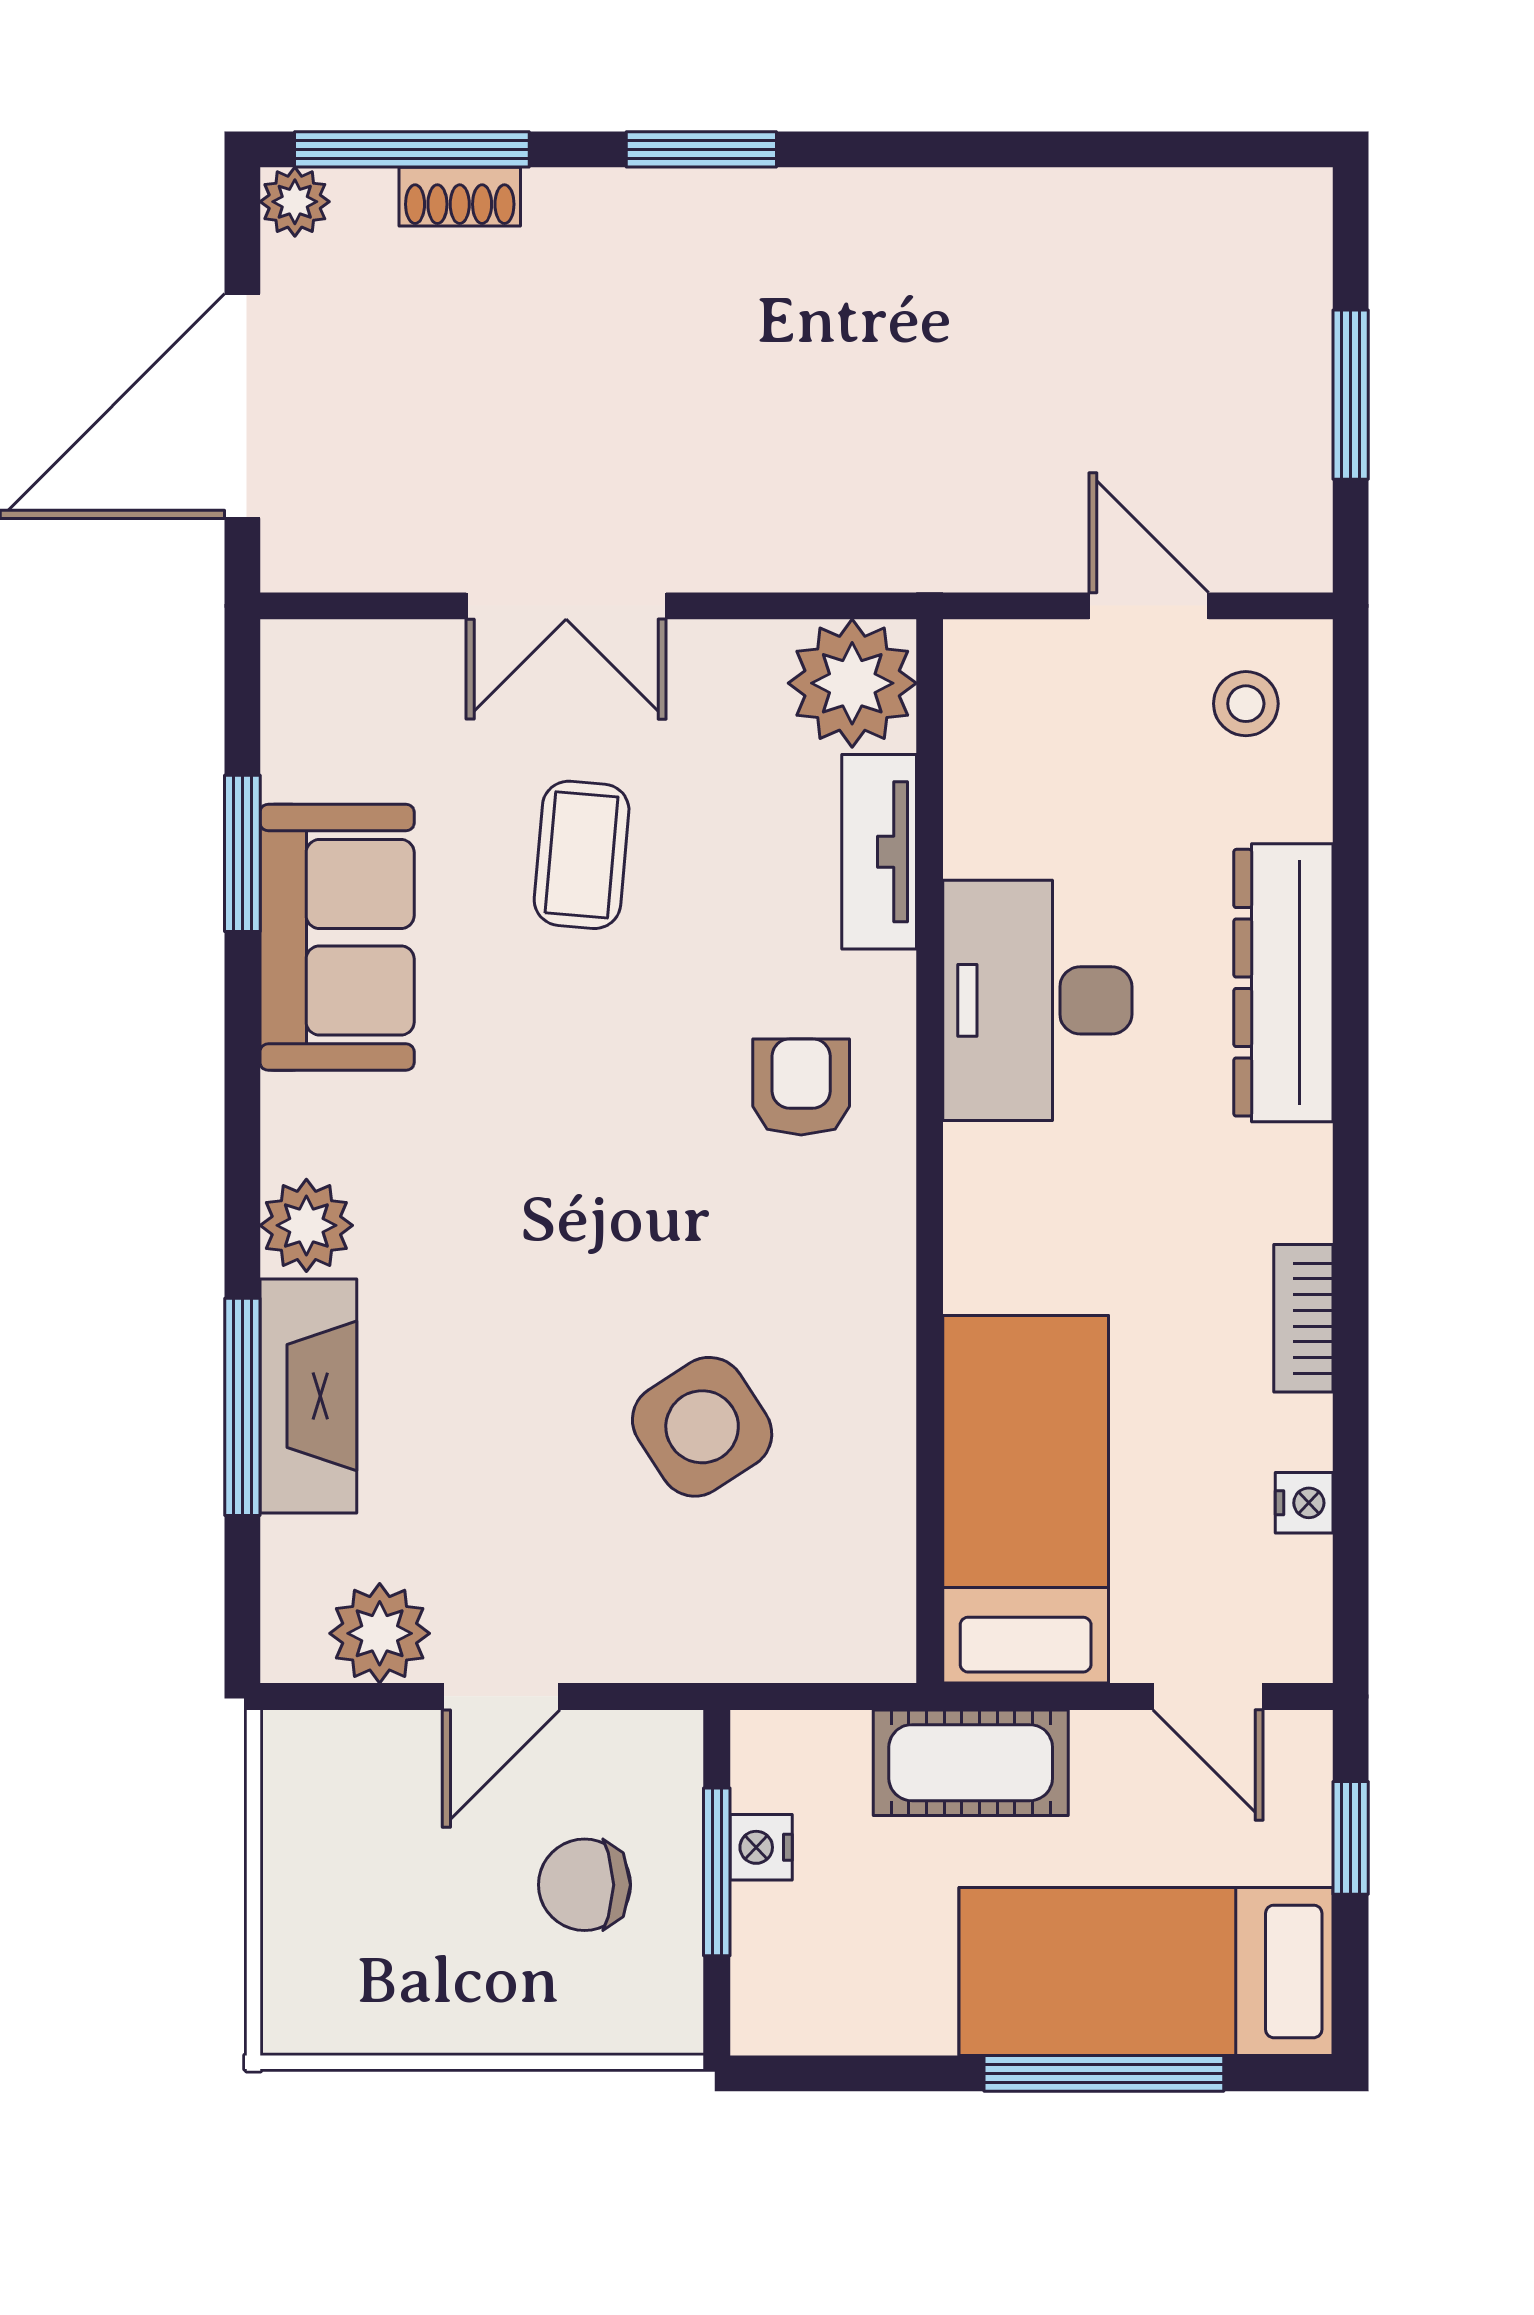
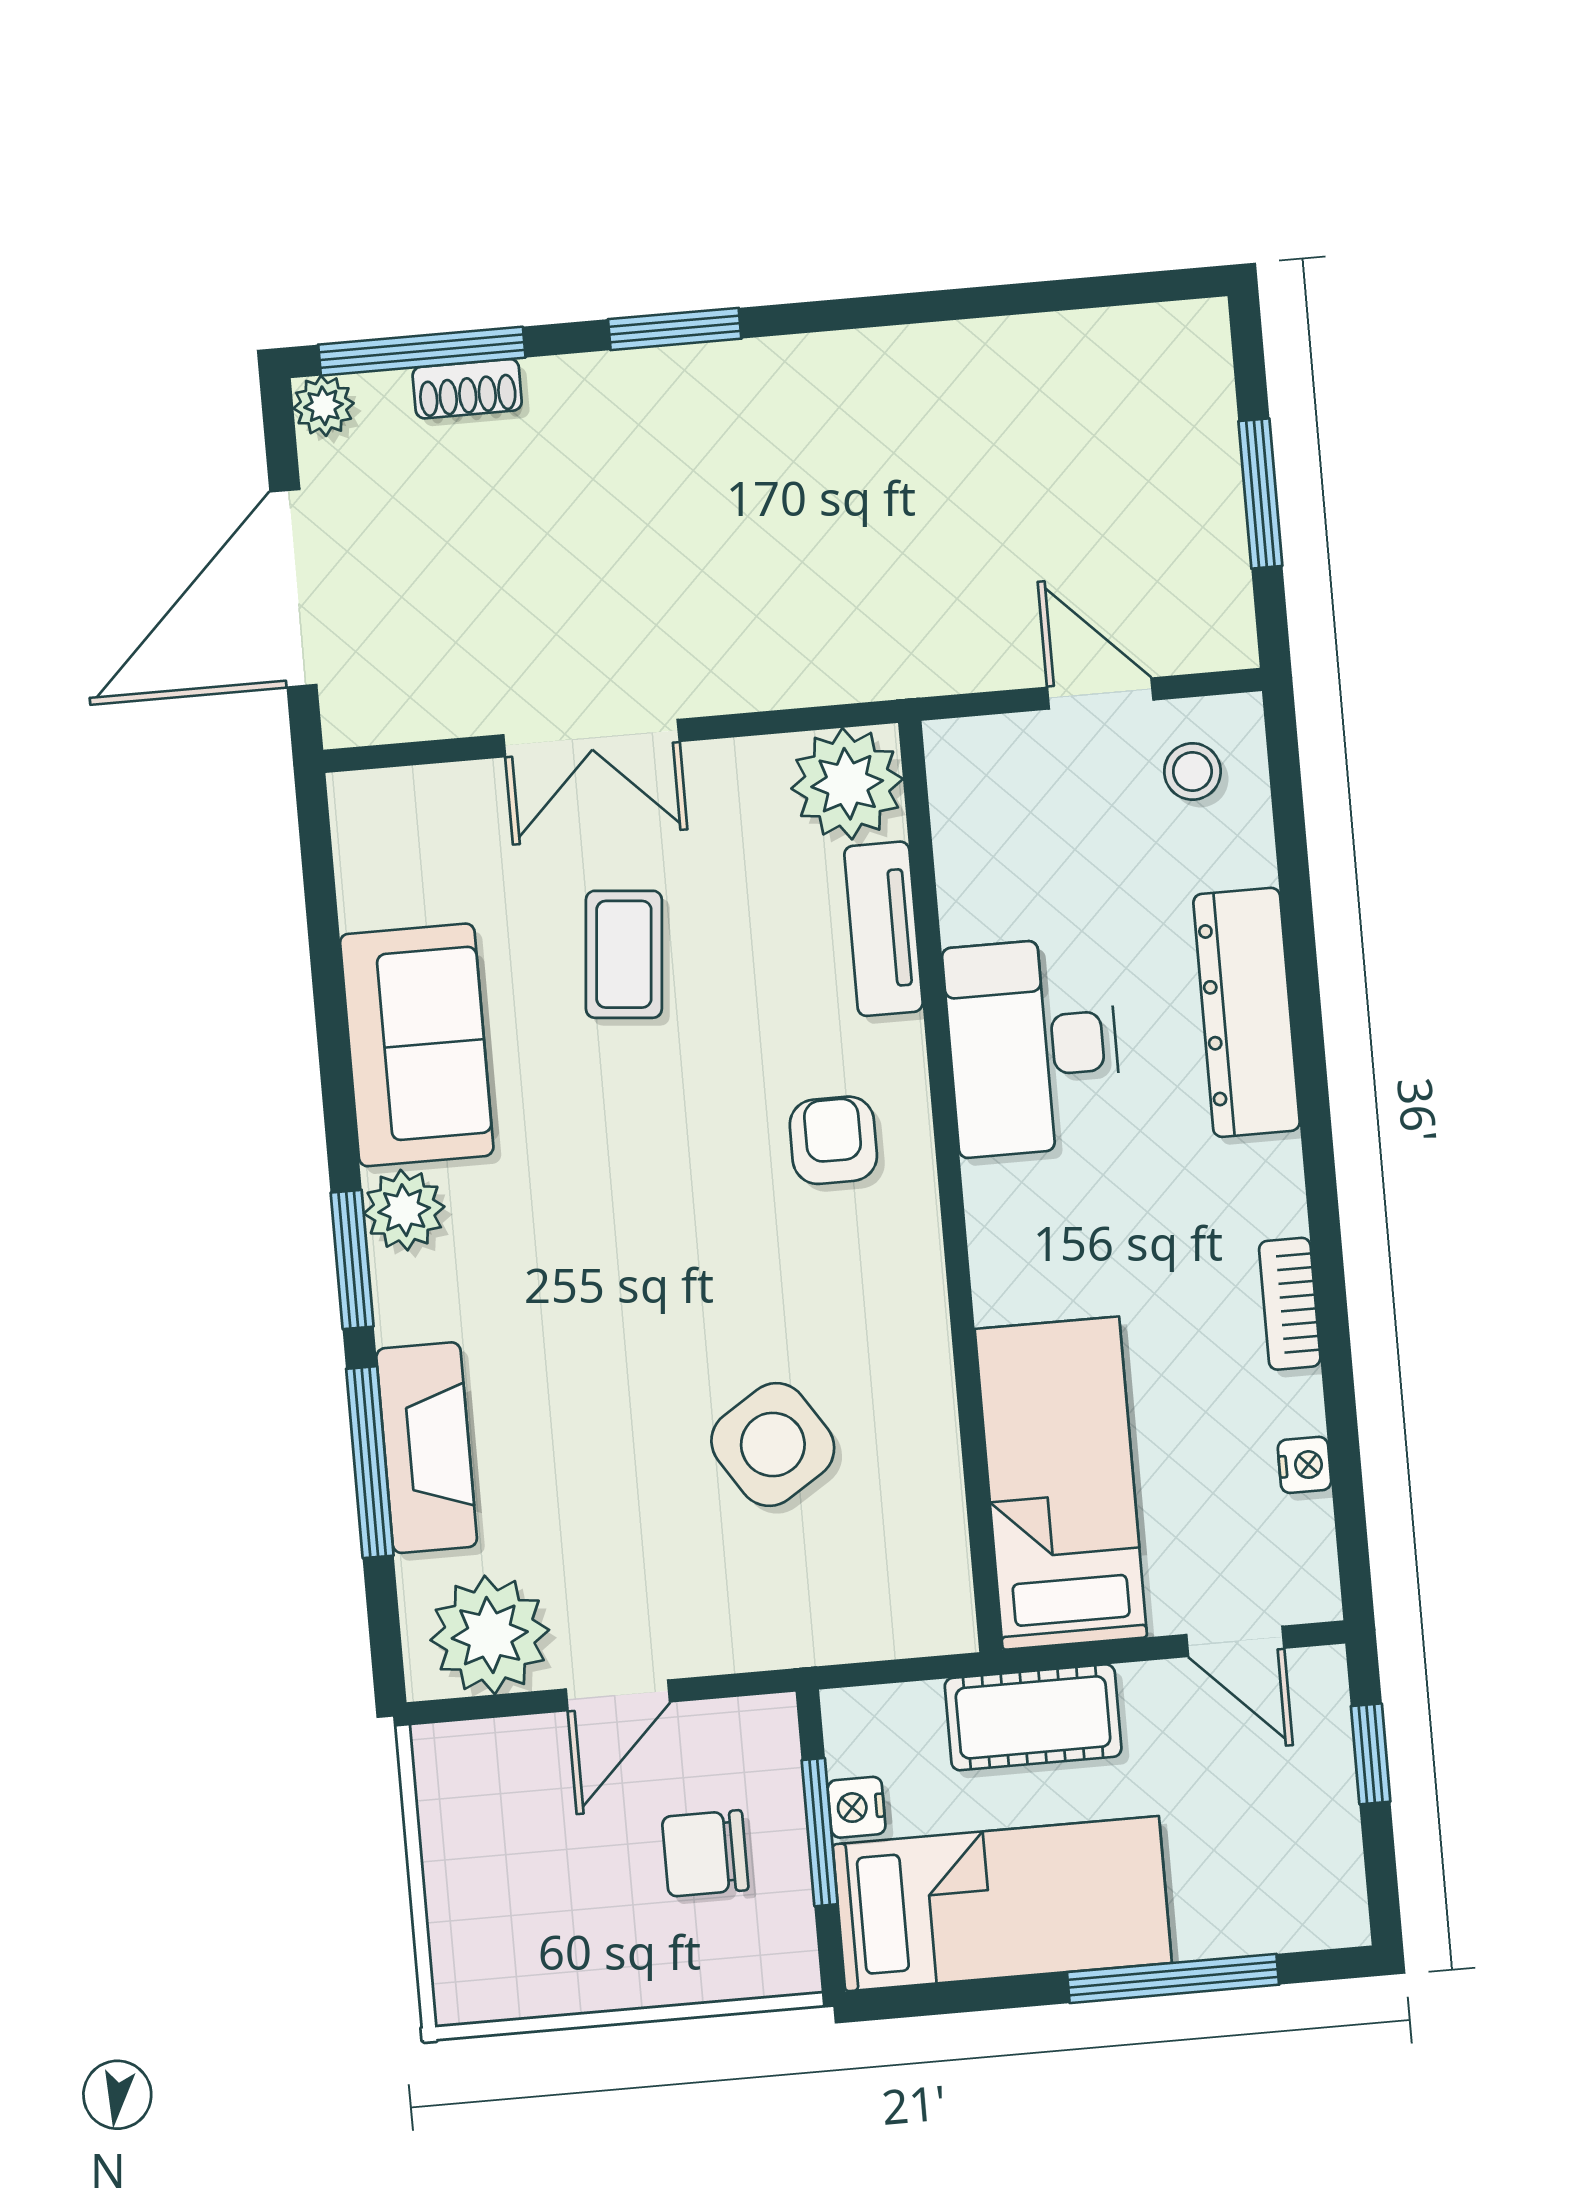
window: (242, 853) -> (352, 1260), moved
plant: (306, 1225) -> (404, 1210), moved
plant: (380, 1633) -> (490, 1635), width x1.36, depth x1.36
bed: (1146, 1971) -> (1002, 1904), moved, turned 180

